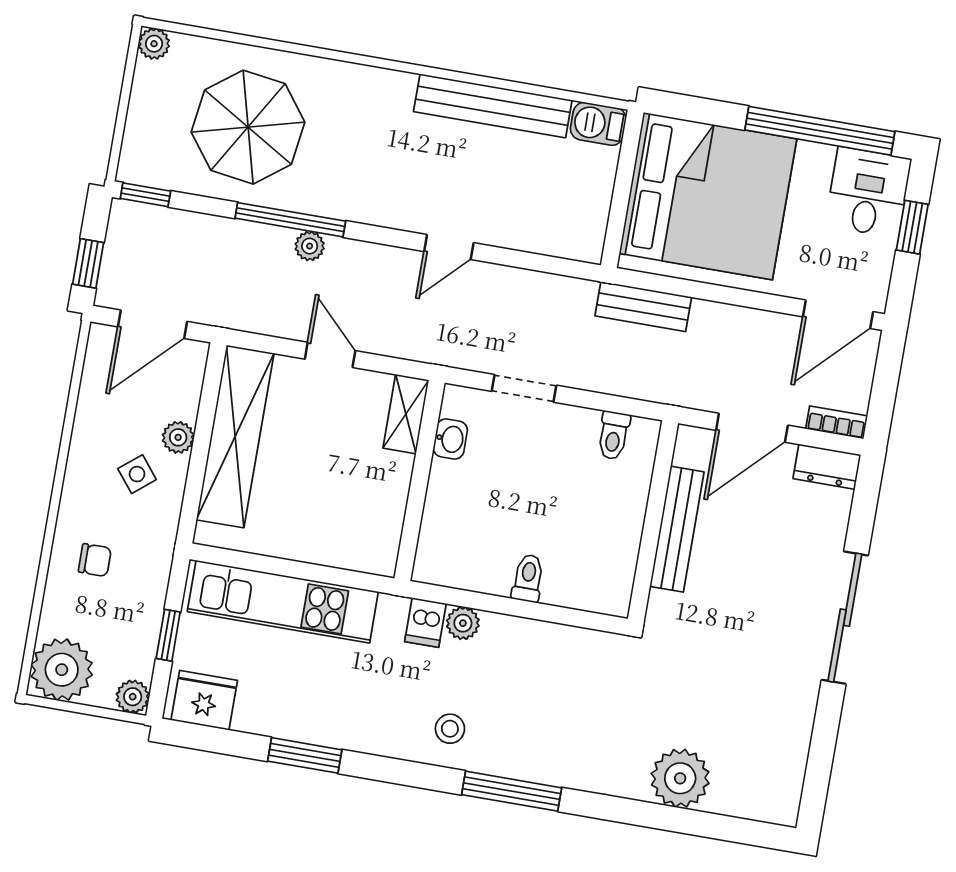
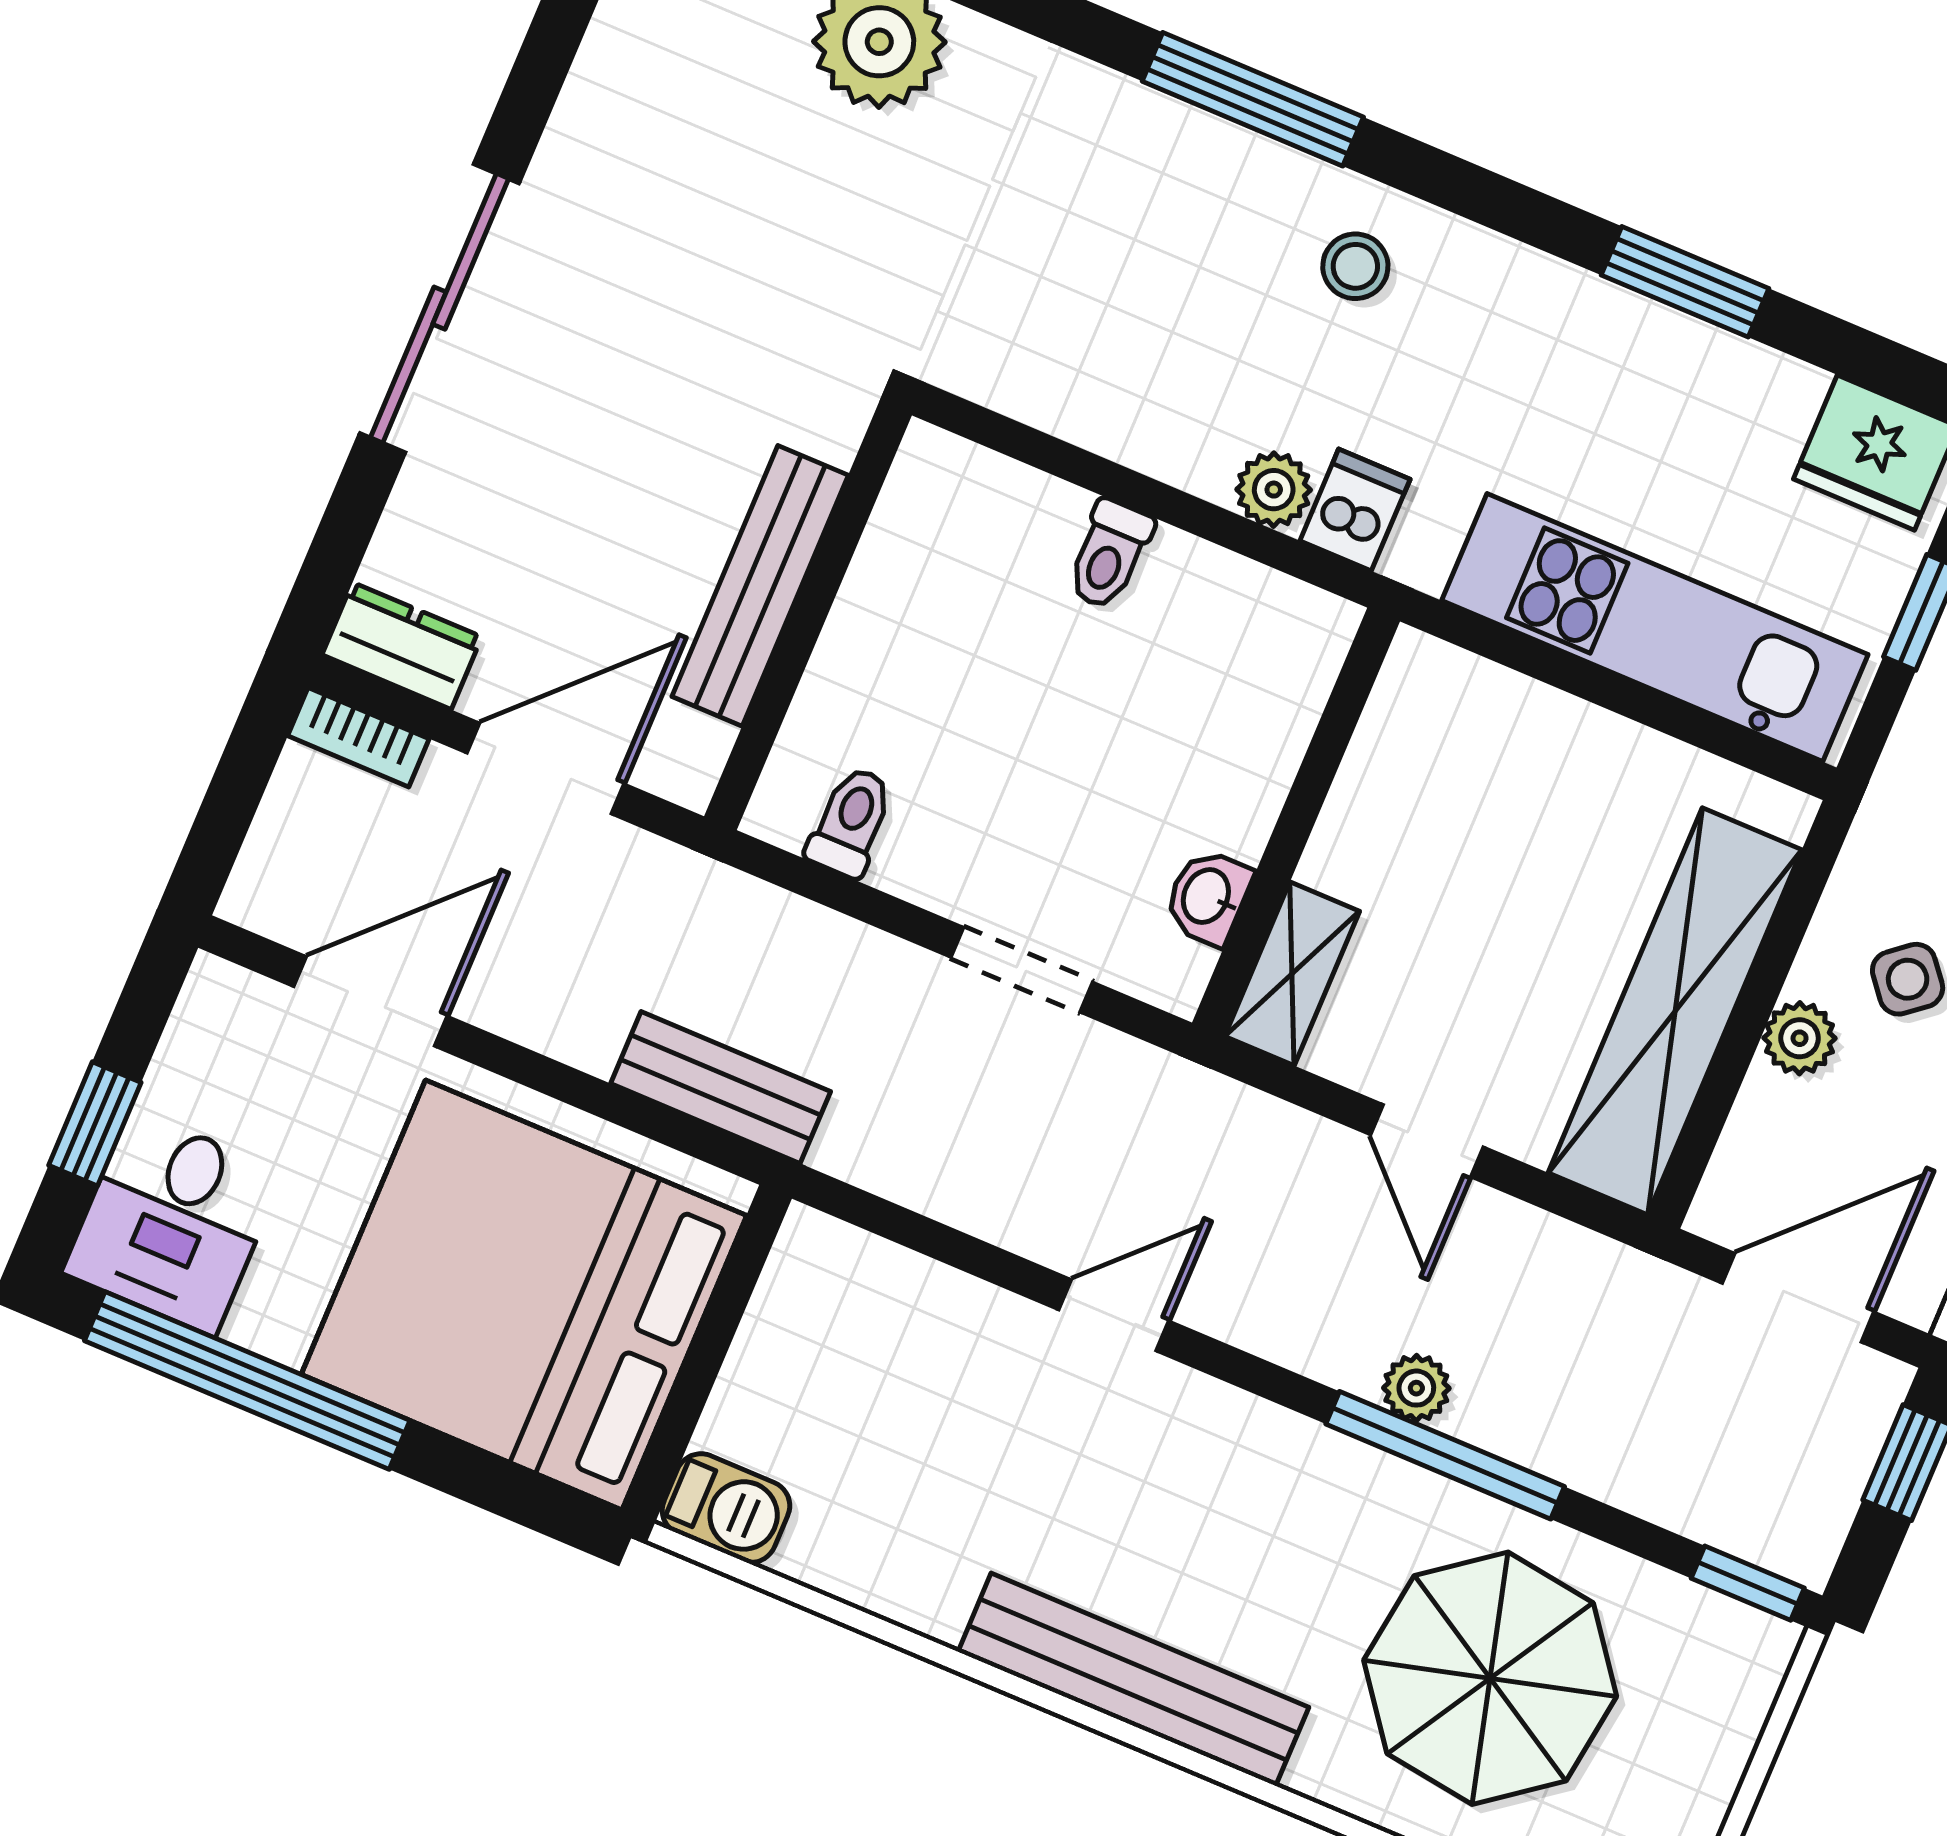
bench: (493, 106) -> (1133, 1680), moved
door: (838, 314) -> (371, 1001), moved

